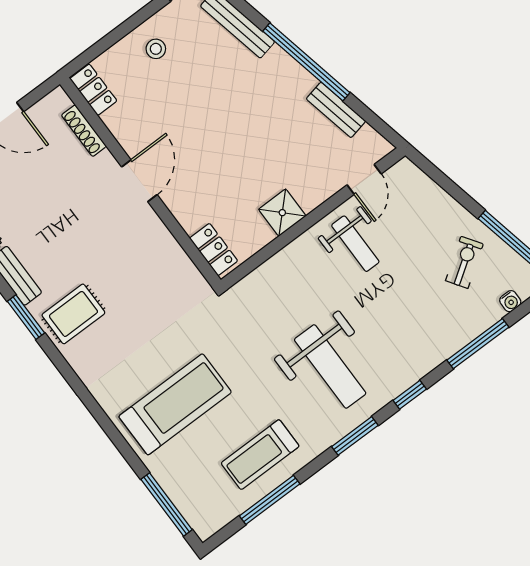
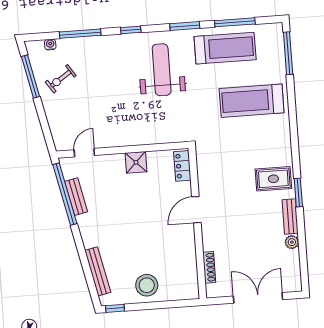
stool: (156, 49) -> (147, 285), width x1.89, depth x1.89
window: (306, 62) -> (65, 194), moved
locker: (93, 90) -> (191, 285), removed
door: (139, 181) -> (196, 210), moved
weight bench: (355, 244) -> (109, 123), removed
window: (355, 436) -> (185, 26), moved
treadmill: (260, 455) -> (225, 48), width x1.37, depth x1.38

